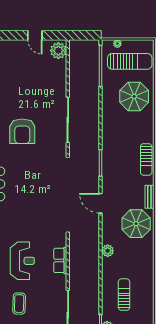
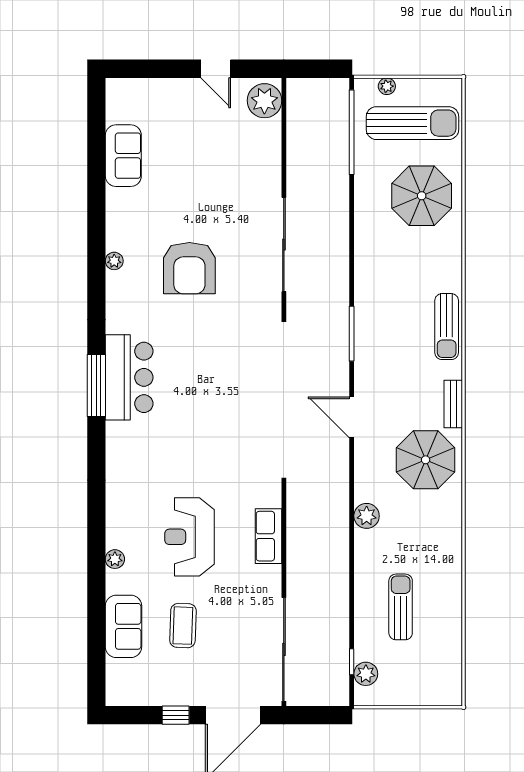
reception desk: (22, 261) -> (189, 537), turned 180

